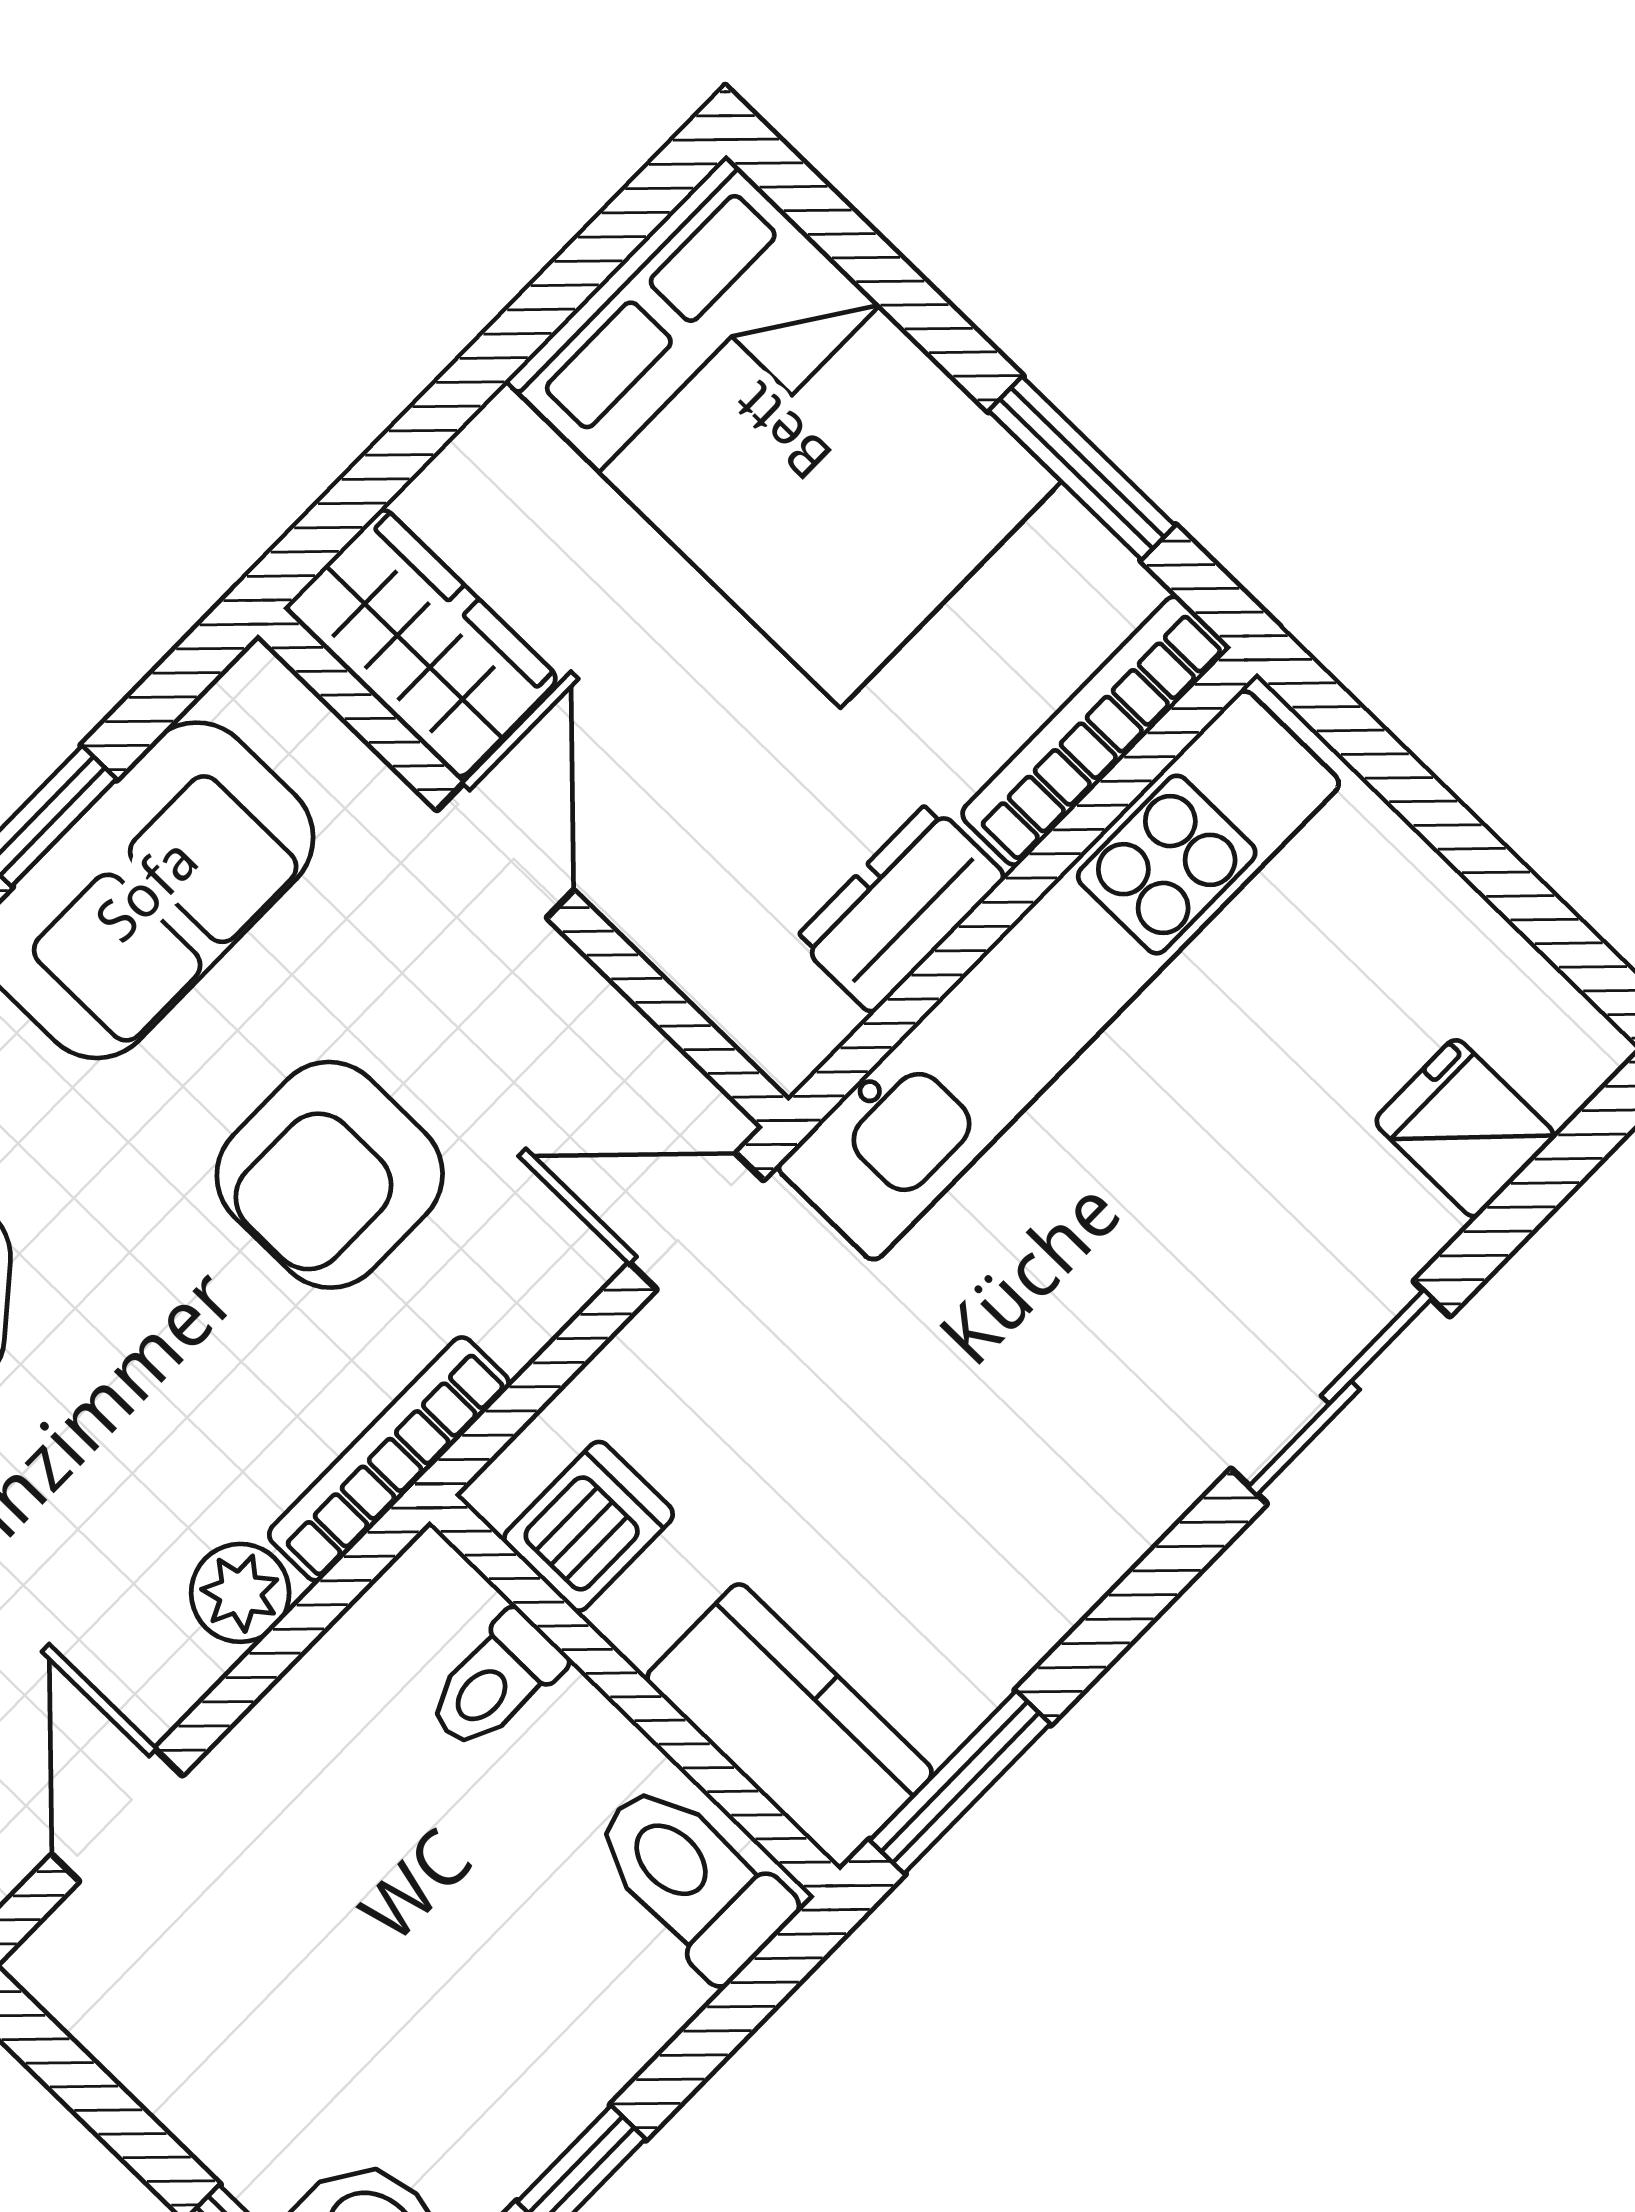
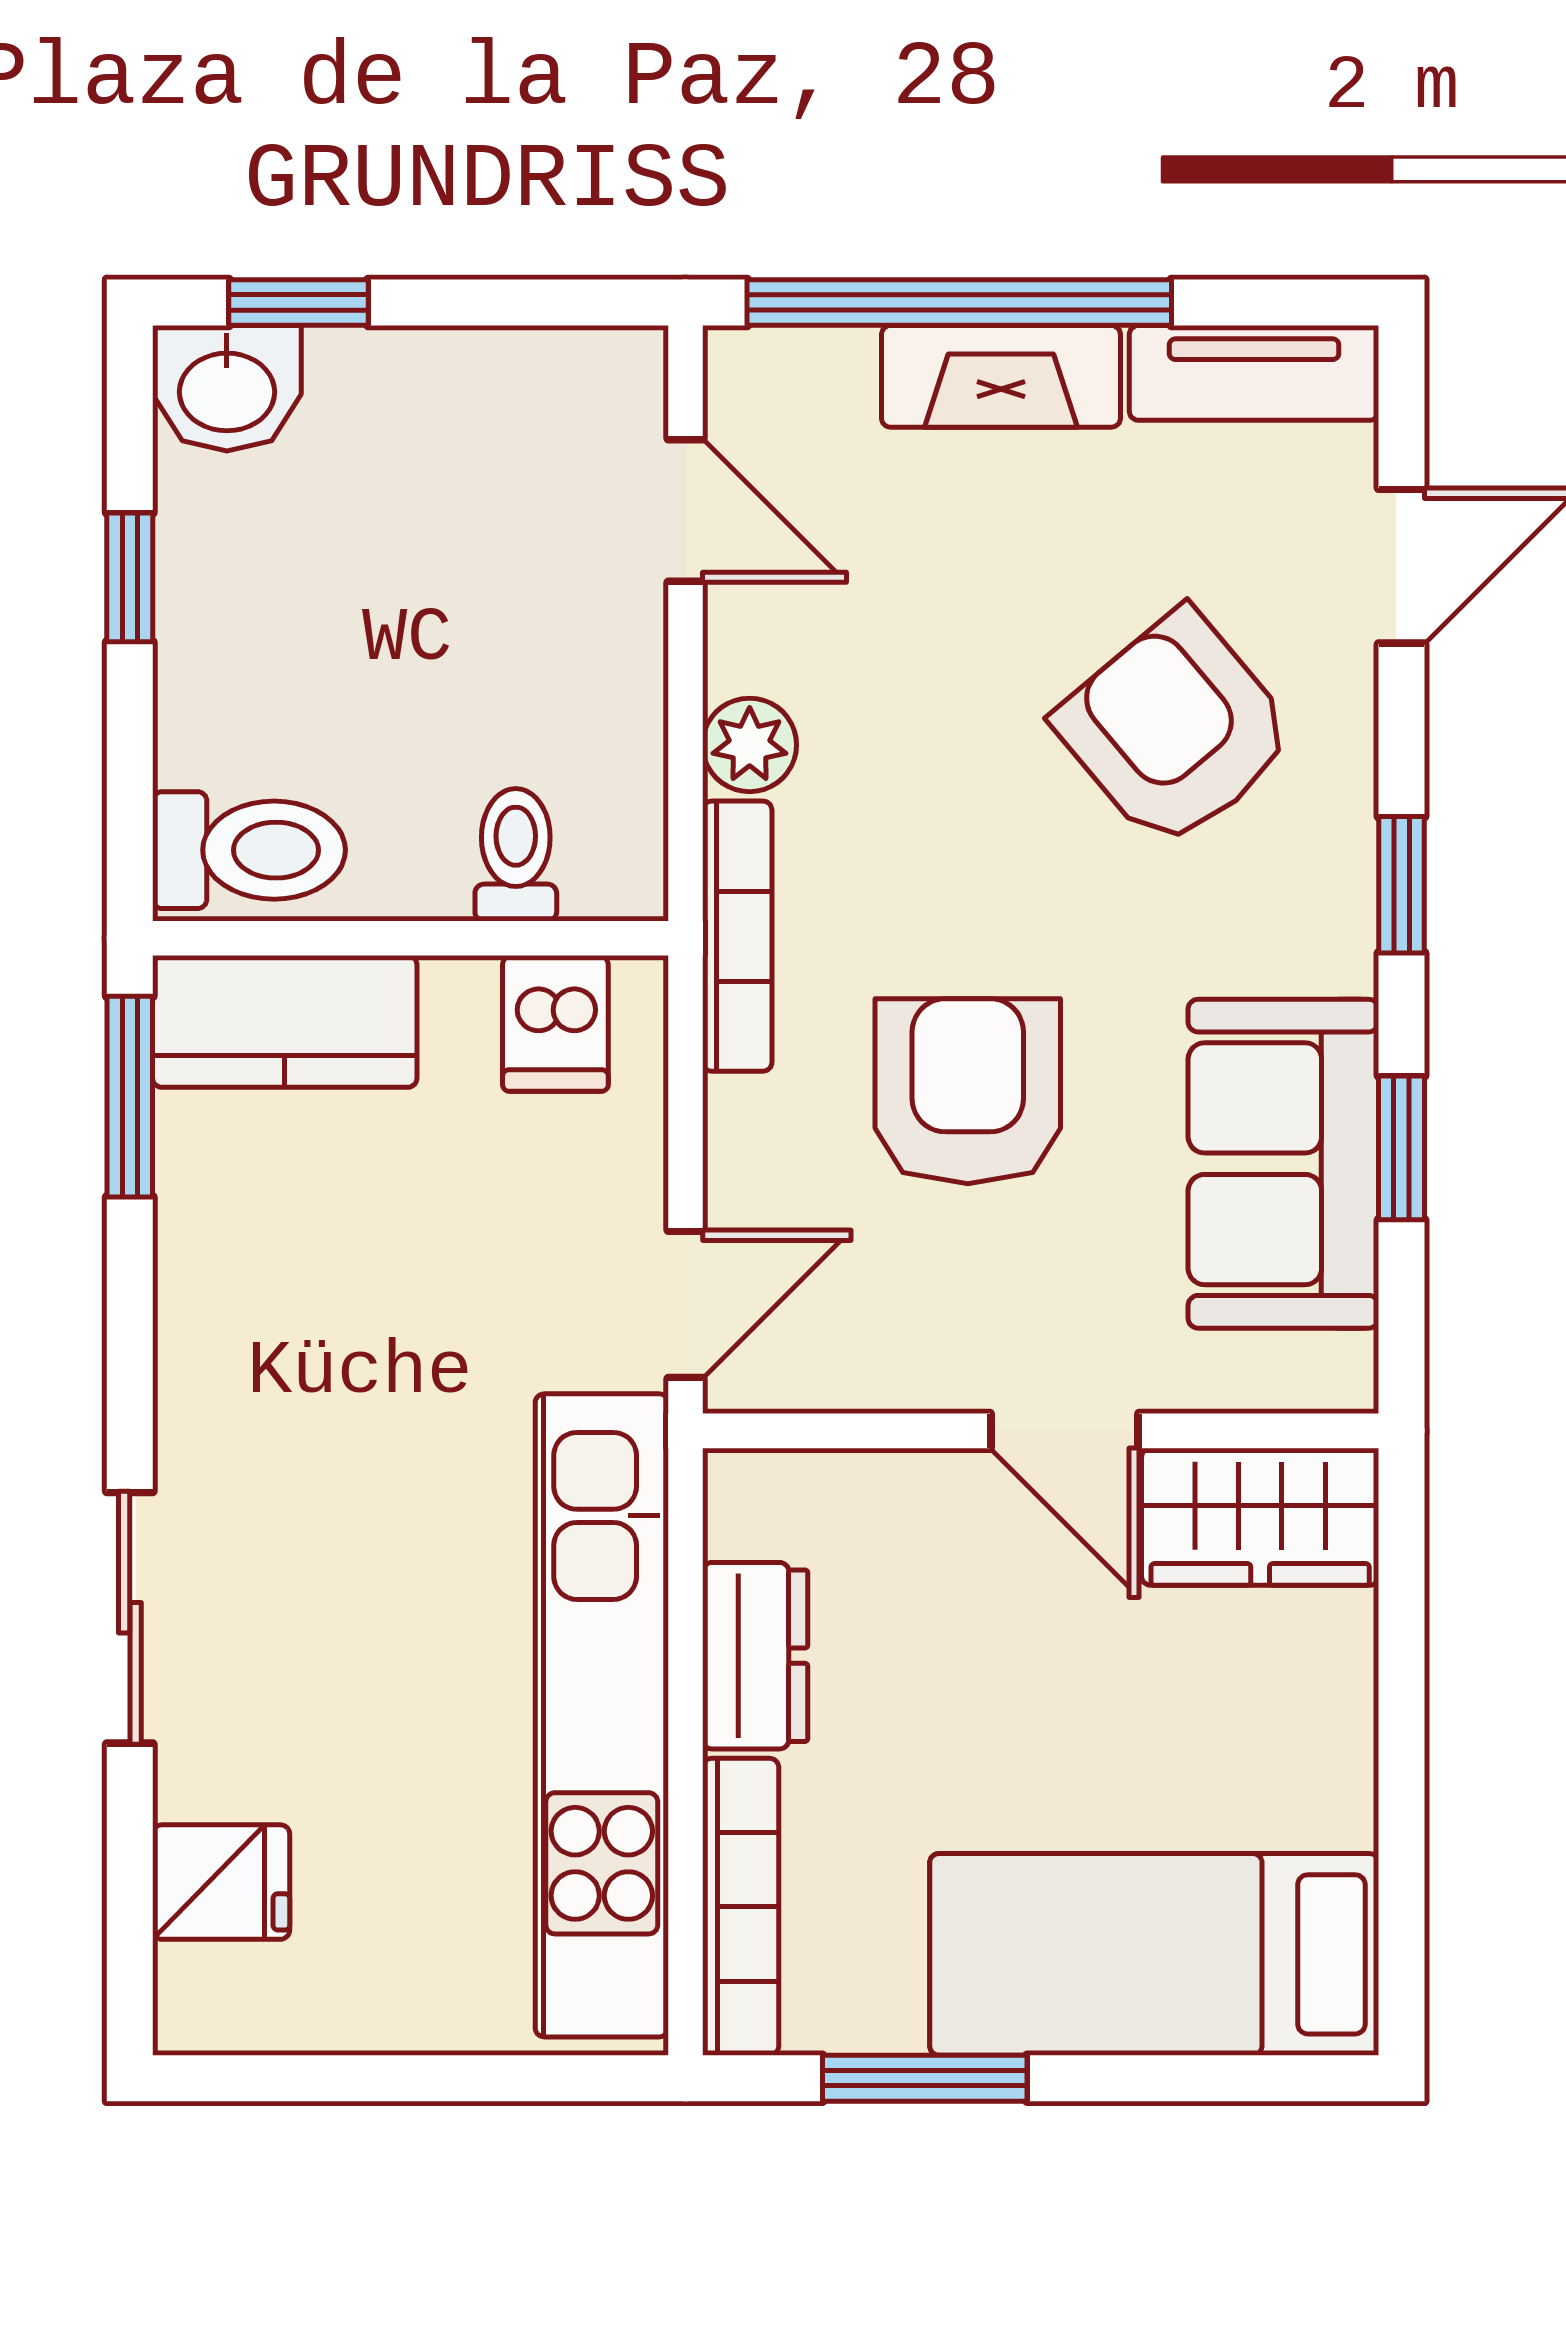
bed: (783, 431) -> (1154, 1954), width x0.67

